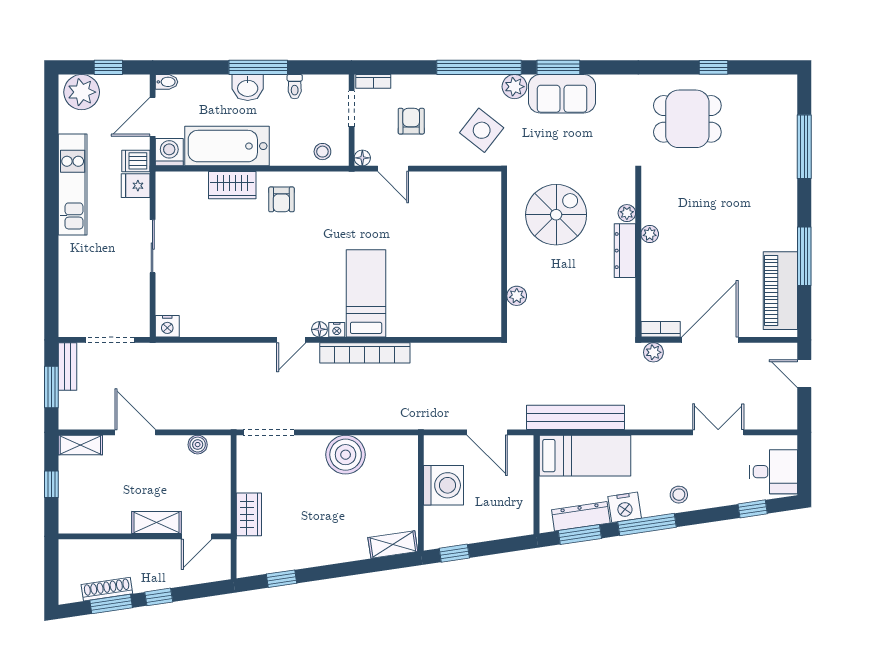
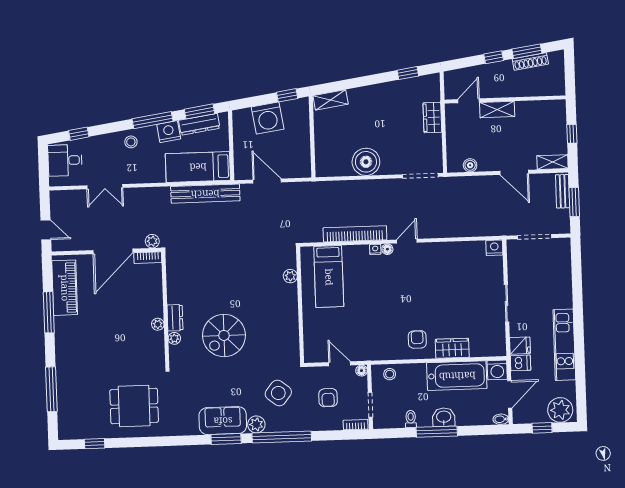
window: (713, 67) -> (95, 444), moved
dresser: (625, 251) -> (175, 318), width x0.70
wall: (504, 254) -> (300, 305), moved
bed: (366, 293) -> (329, 277), moved
plant: (517, 296) -> (290, 276), moved
bench: (67, 366) -> (563, 191), moved
washing machine: (444, 485) -> (268, 118), moved, turned -98

